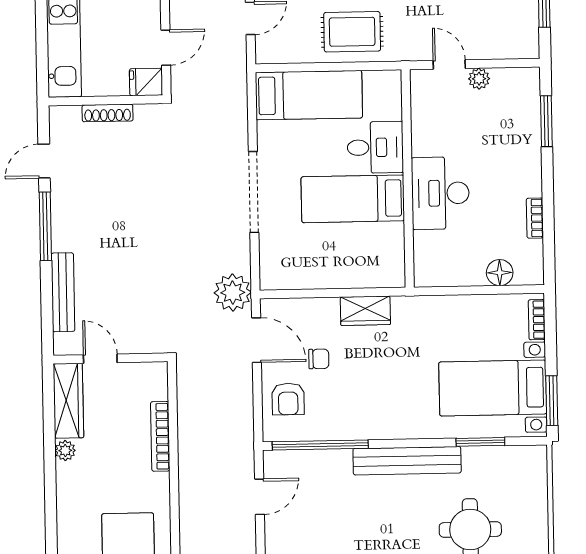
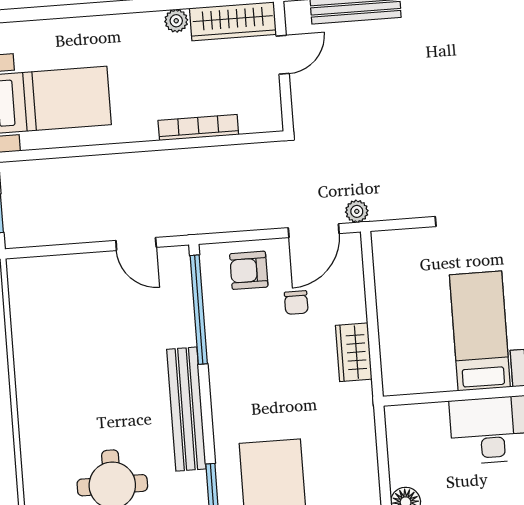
plant: (233, 293) -> (357, 211), width x0.53, depth x0.53

